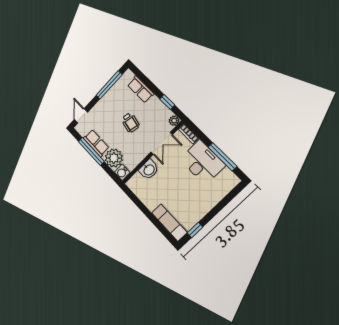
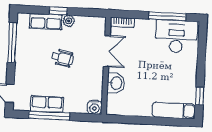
window: (167, 102) -> (58, 11), moved
plant: (174, 121) -> (69, 21), moved
plant: (114, 158) -> (76, 102), removed
desk: (202, 162) -> (176, 37), moved

